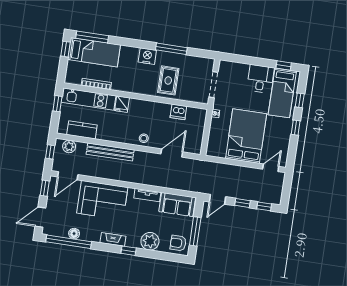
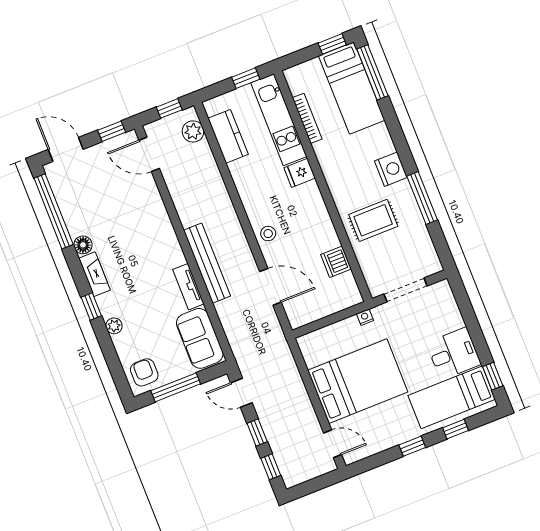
bench: (110, 152) -> (207, 263), moved
corner sofa: (102, 200) -> (143, 225), removed
floor lamp: (74, 234) -> (83, 245), moved
plant: (150, 241) -> (114, 326), width x0.53, depth x0.53

